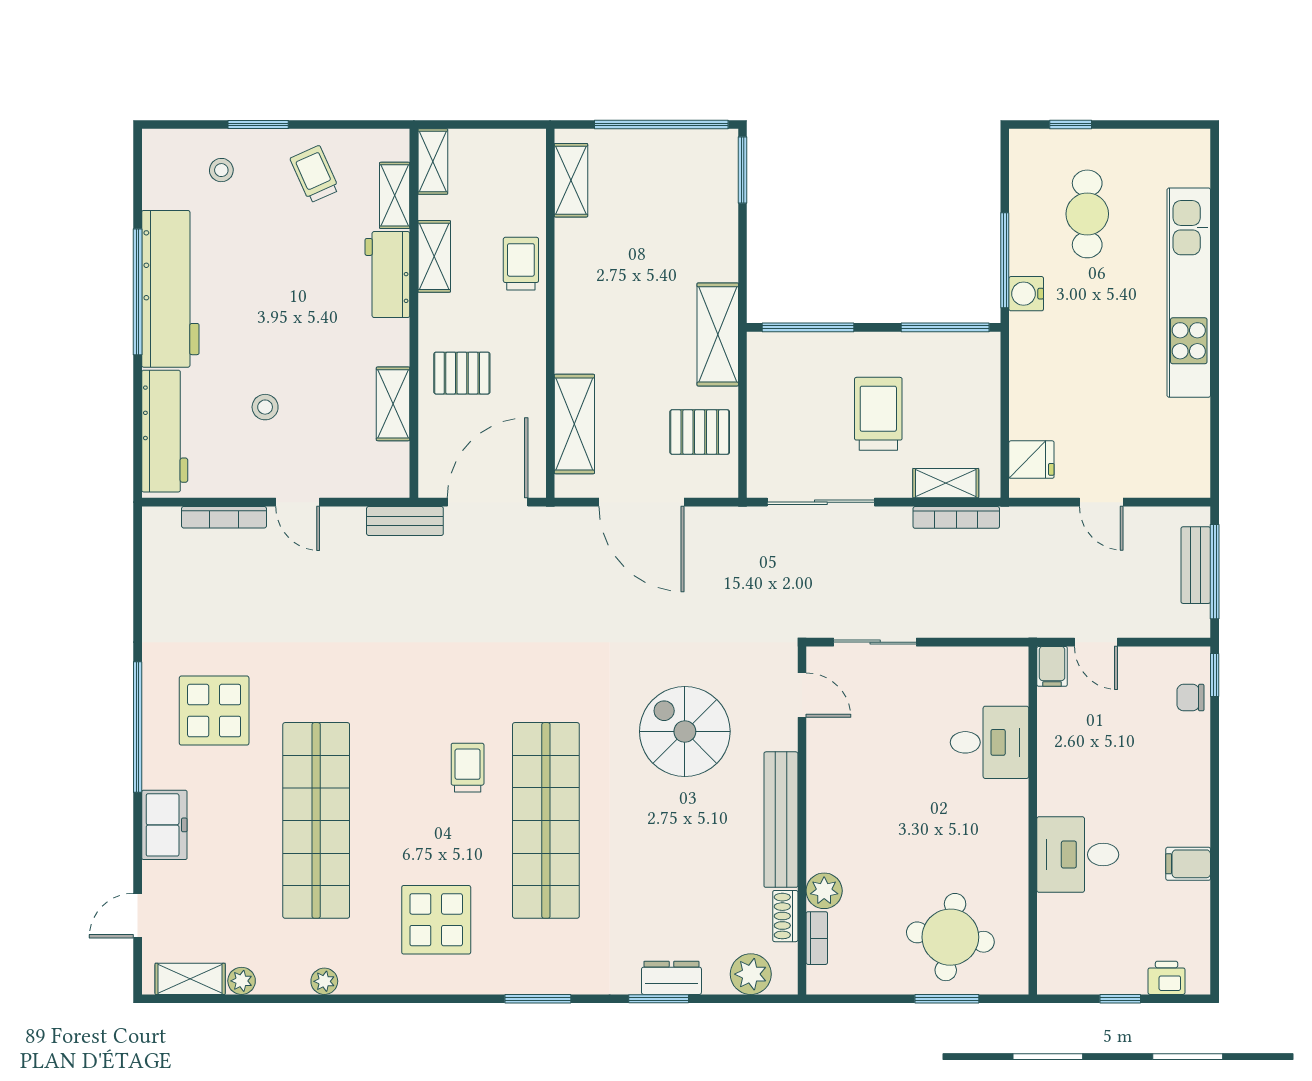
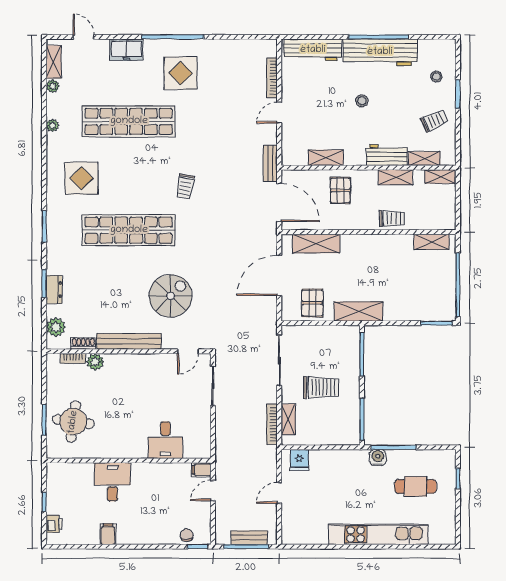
stool: (265, 407) -> (362, 101), moved
trolley: (468, 768) -> (185, 187), moved, turned 100

